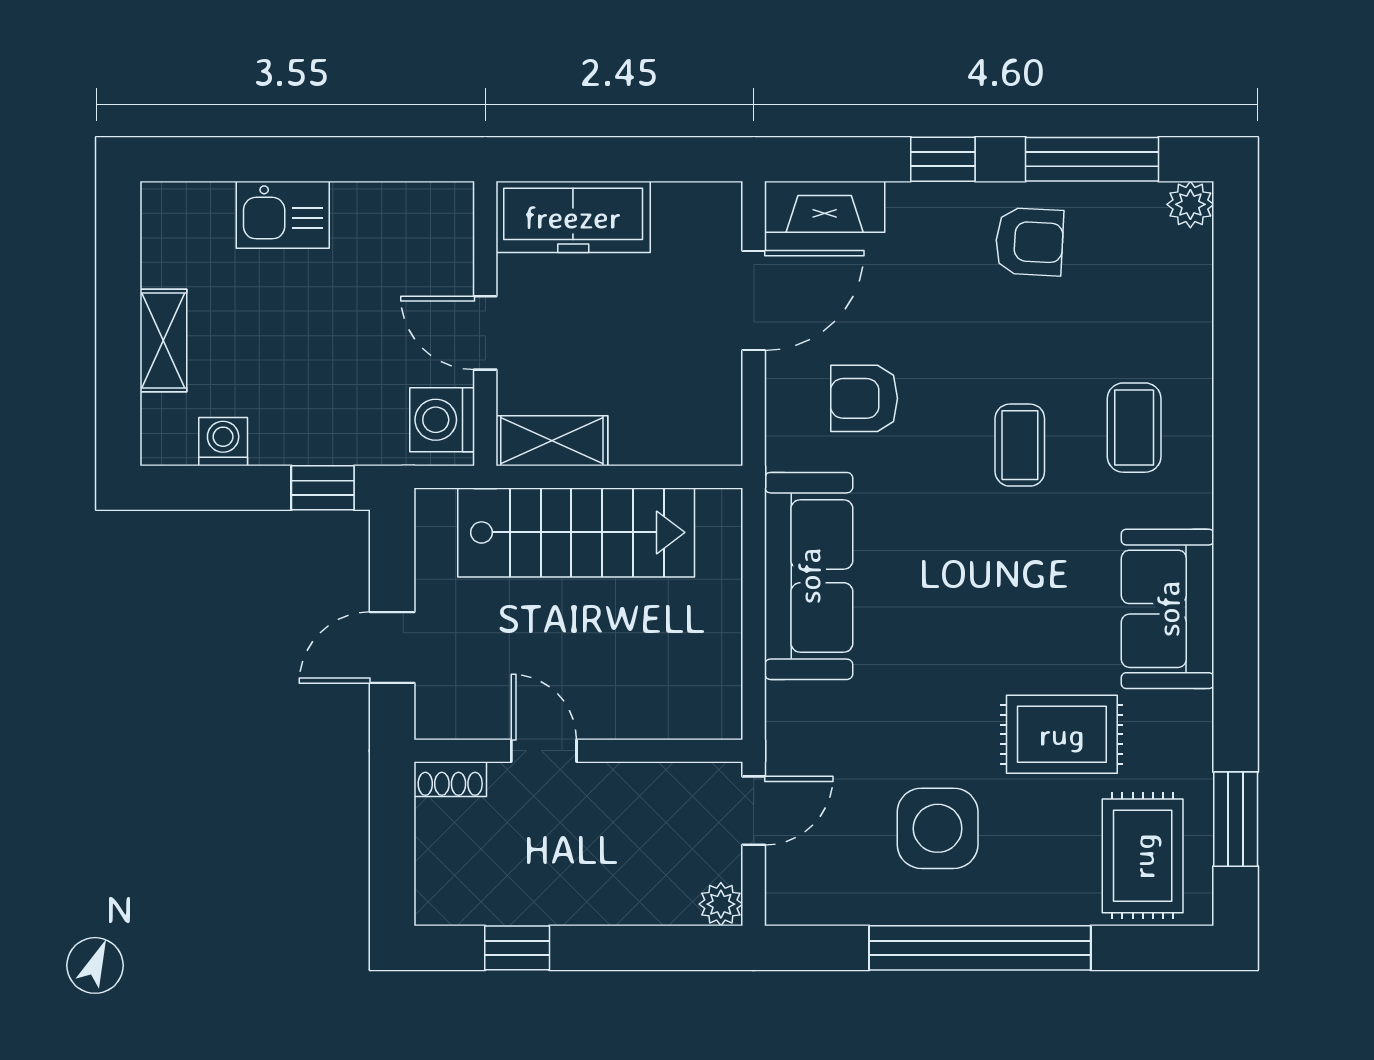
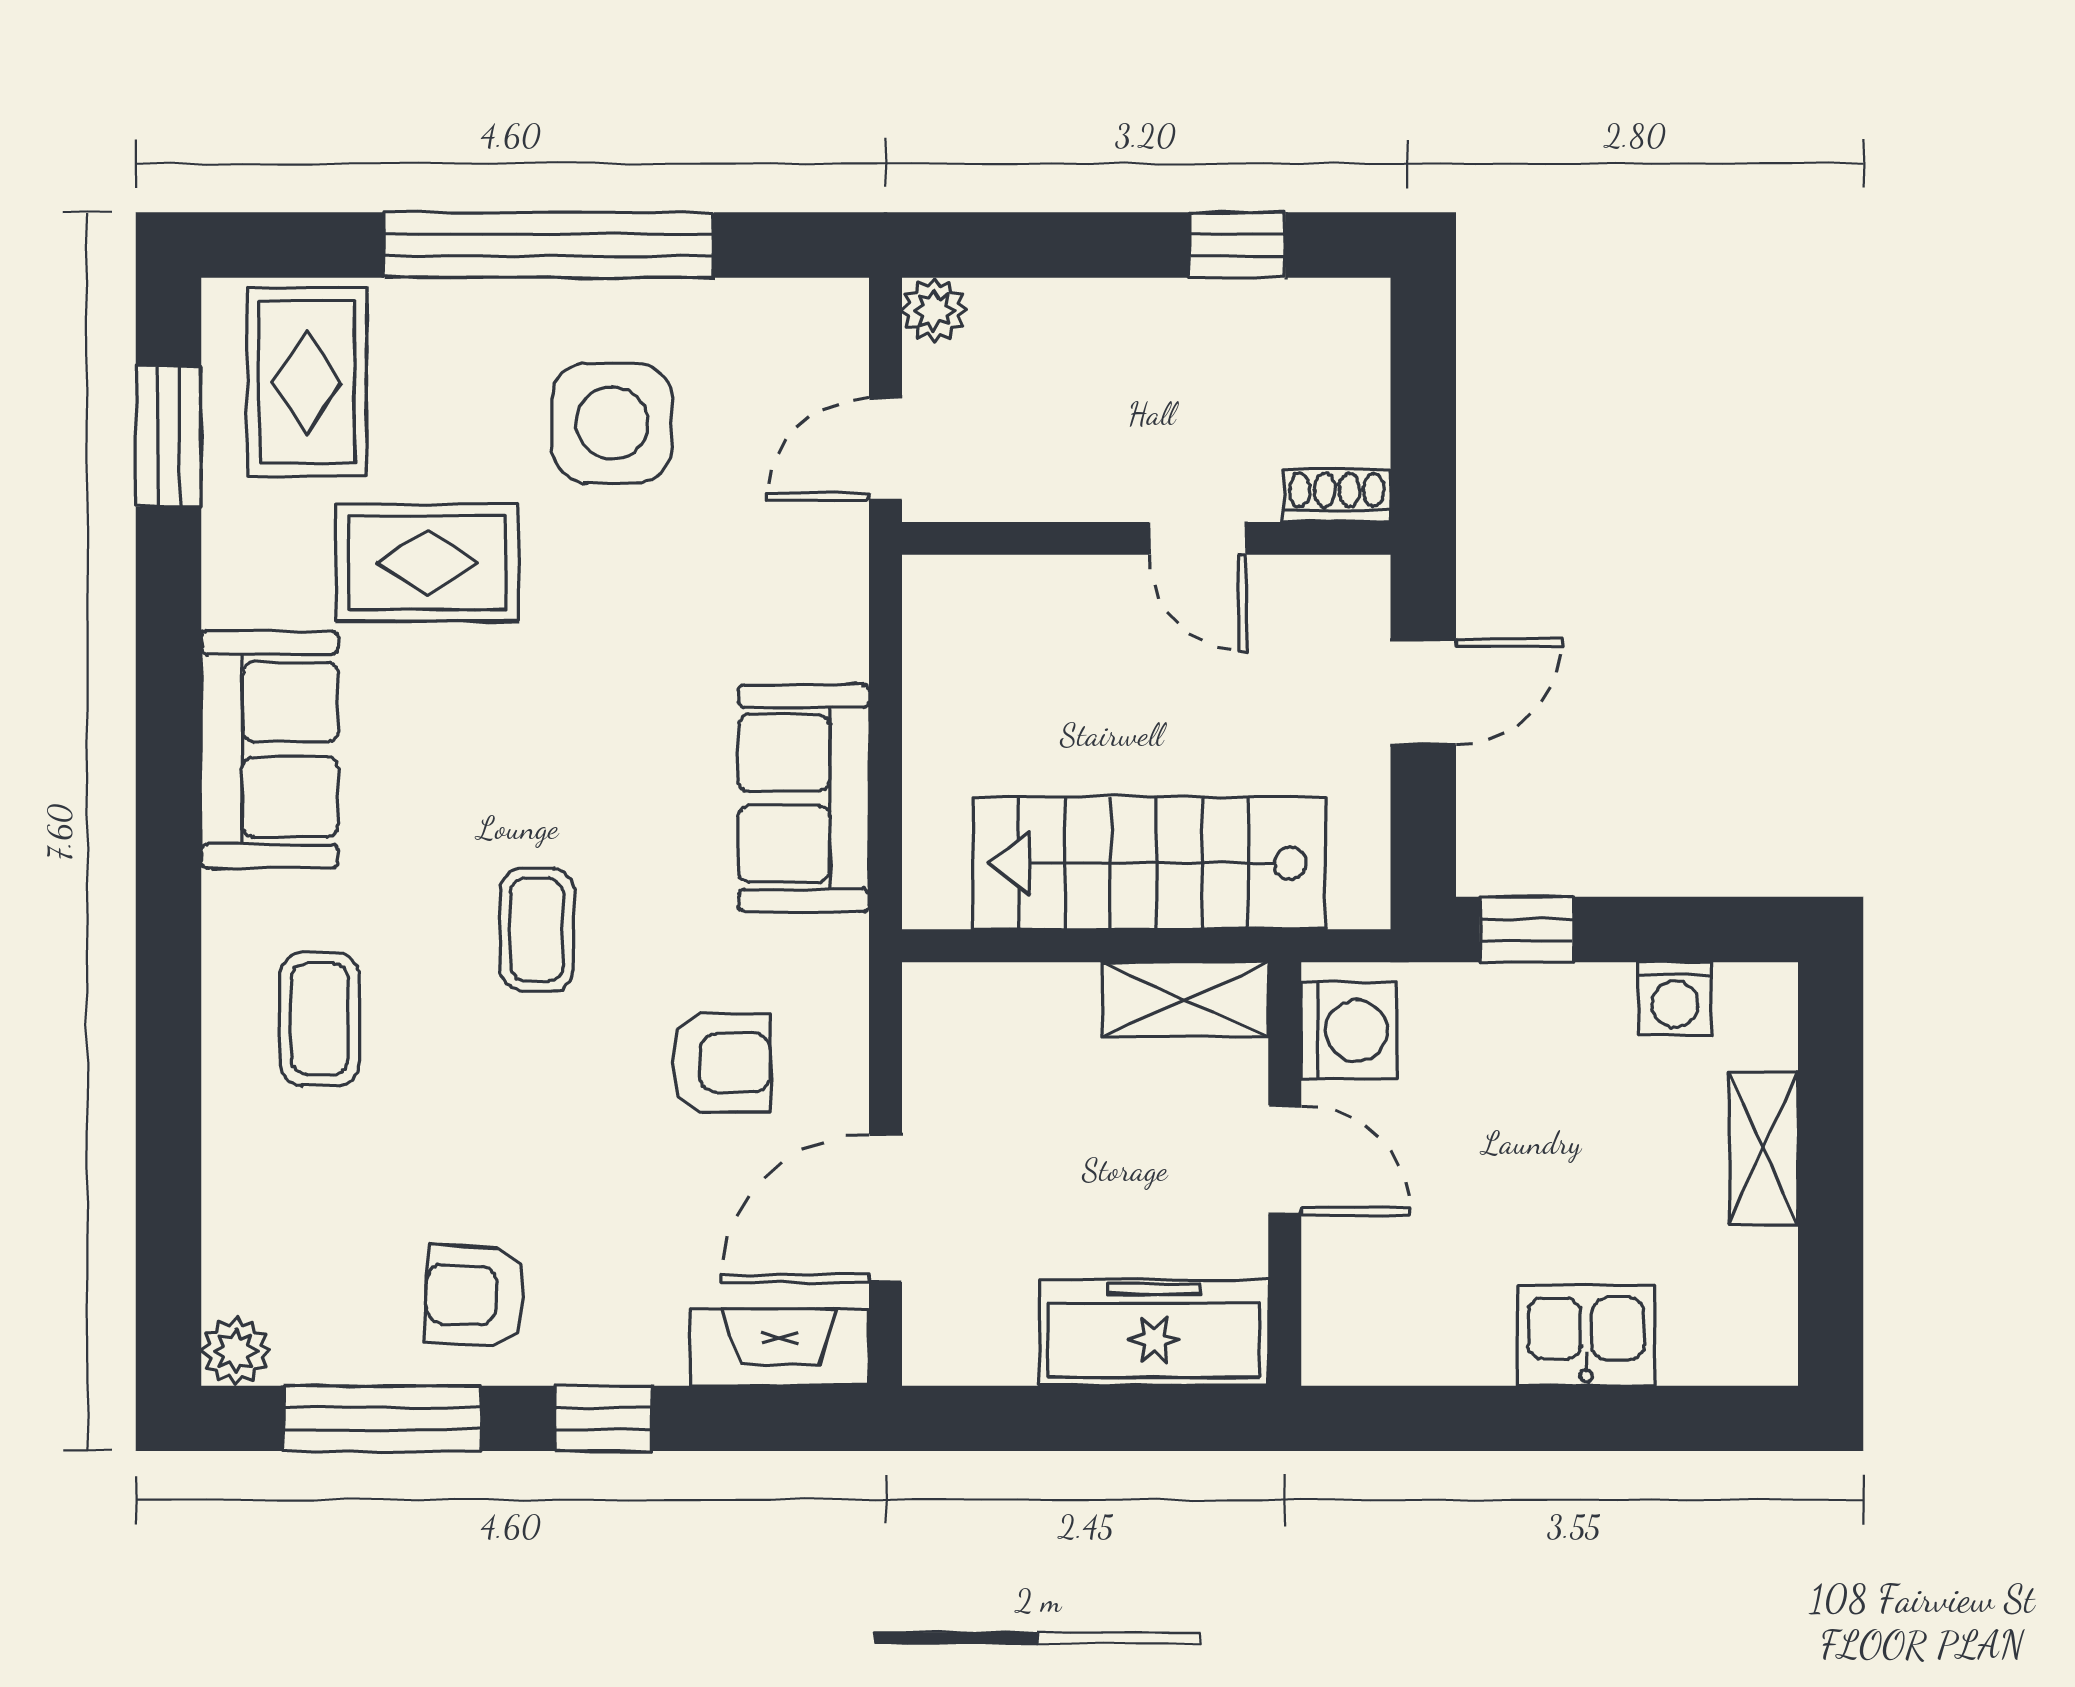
coffee table: (1020, 445) -> (537, 929), moved
sofa: (809, 576) -> (804, 798), width x0.73

